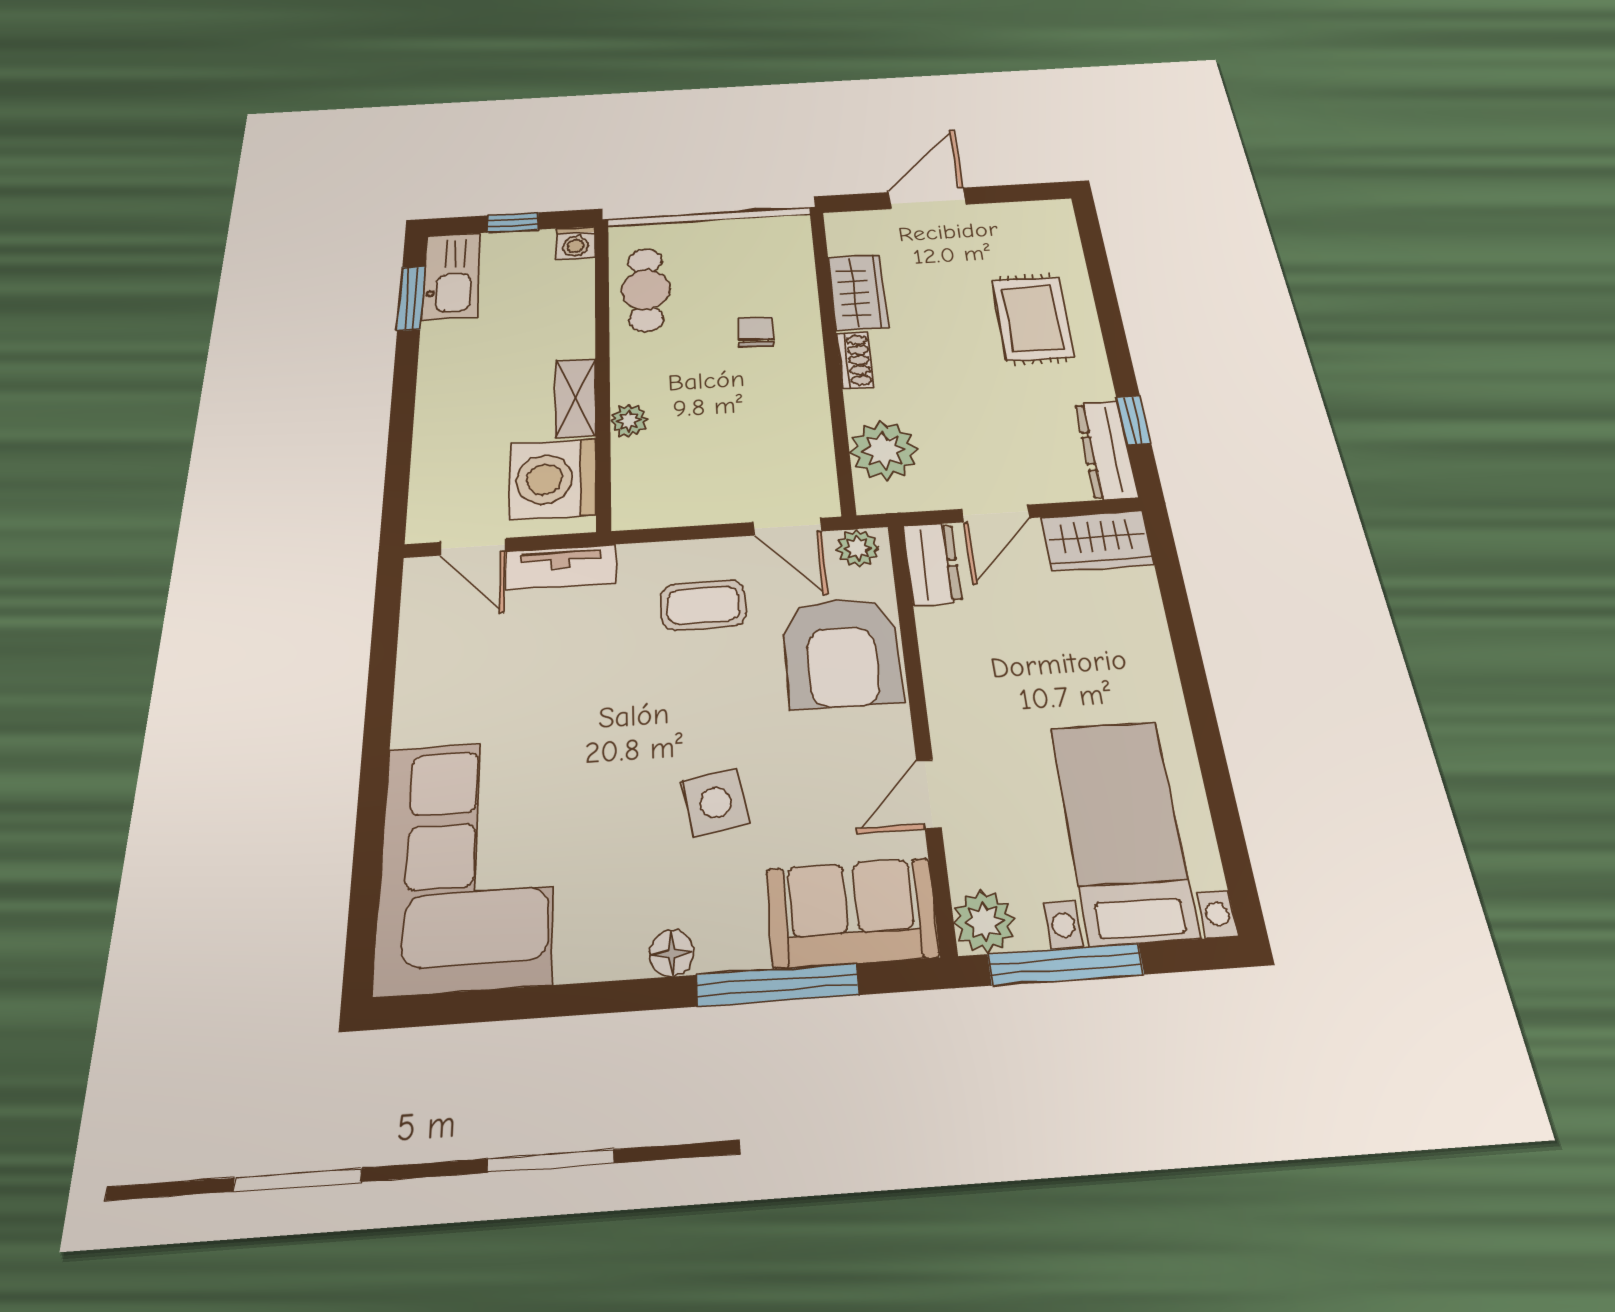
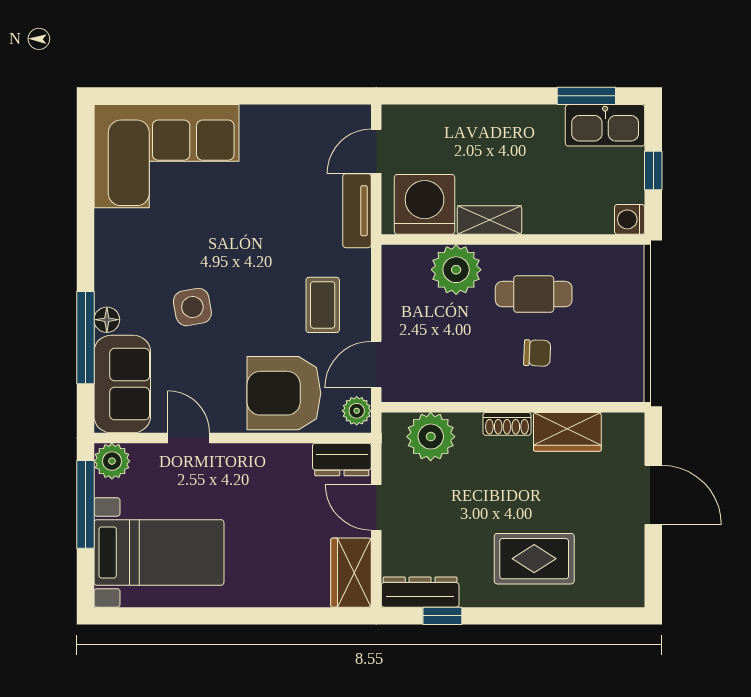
cafe table: (646, 290) -> (534, 294), moved
plant: (629, 421) -> (456, 270), width x1.87, depth x1.87
floor lamp: (672, 953) -> (107, 320), moved

